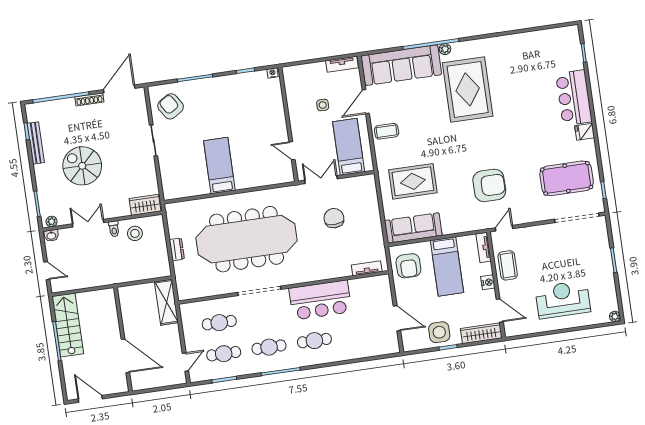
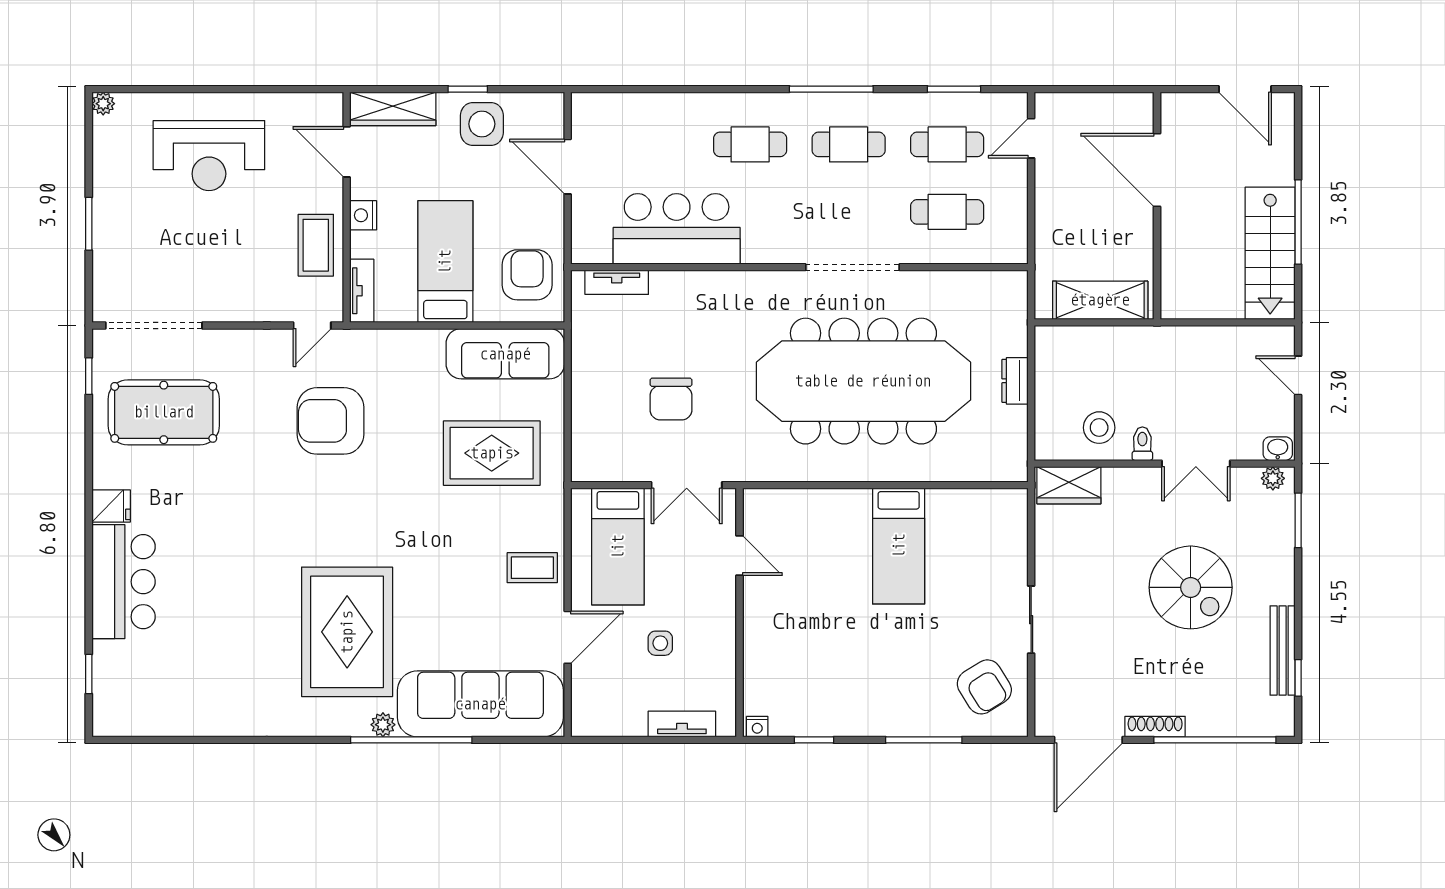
tv unit: (342, 64) -> (682, 724), moved
bar counter: (320, 300) -> (677, 229), moved
shelving: (166, 302) -> (1100, 300), moved, turned 90

